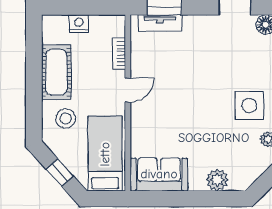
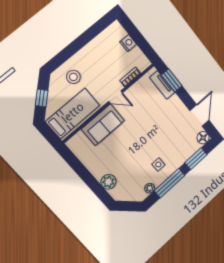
cot: (56, 72) -> (93, 52), removed
side table: (249, 106) -> (158, 164), width x0.54, depth x0.54
sofa: (159, 174) -> (103, 125), moved, turned 90

